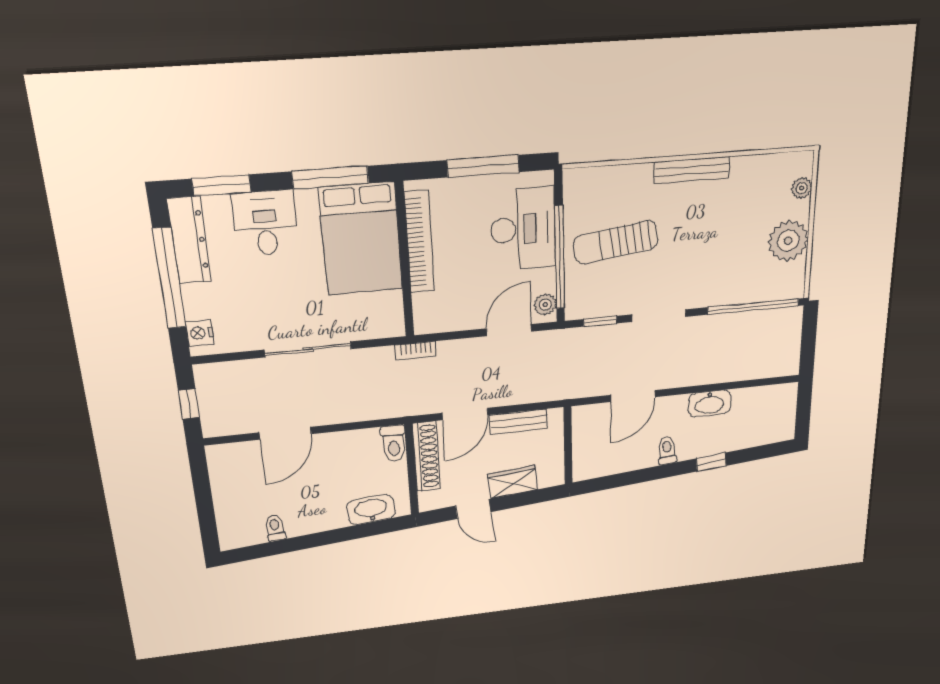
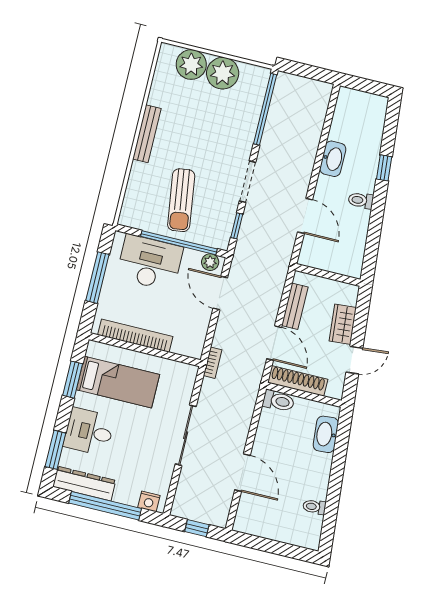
window: (330, 177) -> (73, 380), width x0.69
plant: (802, 188) -> (191, 65), width x1.88, depth x1.88
bed: (361, 239) -> (118, 382), width x0.67

